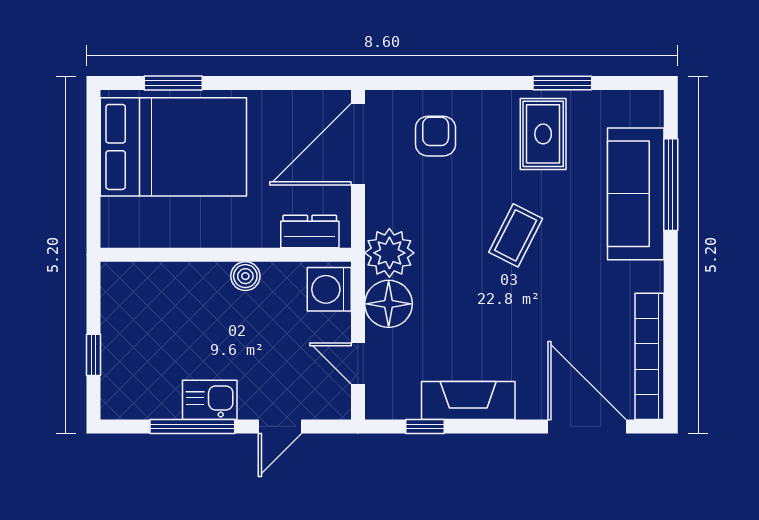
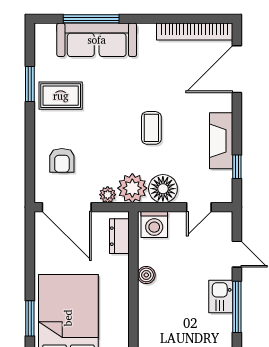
armchair: (436, 136) -> (62, 160), turned -90
plant: (379, 212) -> (108, 195), added
coffee table: (516, 235) -> (151, 128), moved, turned 63

